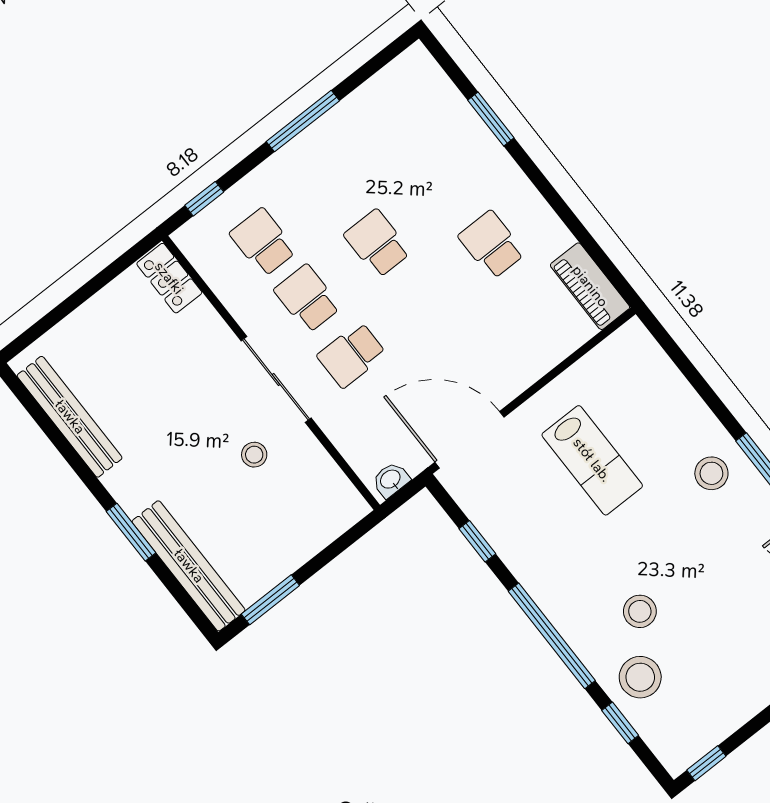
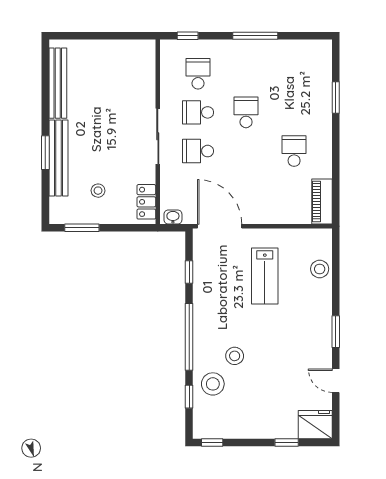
locker: (169, 278) -> (146, 202), moved
school desk: (307, 299) -> (198, 112), turned -90
stool: (254, 455) -> (98, 191), moved
stool: (711, 473) -> (320, 269), moved
bench: (189, 566) -> (58, 158), moved

